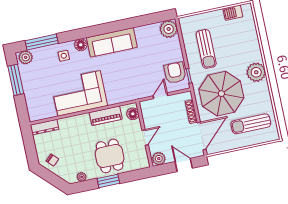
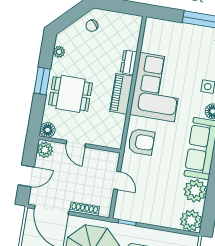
plant: (145, 35) -> (195, 191), added
armchair: (175, 73) -> (141, 142), moved
floor lamp: (133, 114) -> (48, 130), moved
piano: (106, 116) -> (121, 94), moved
dresser: (44, 127) -> (129, 62), moved, width x0.70

